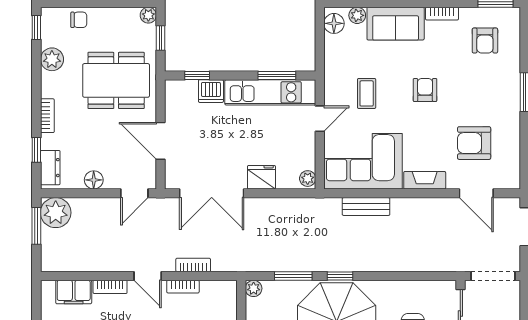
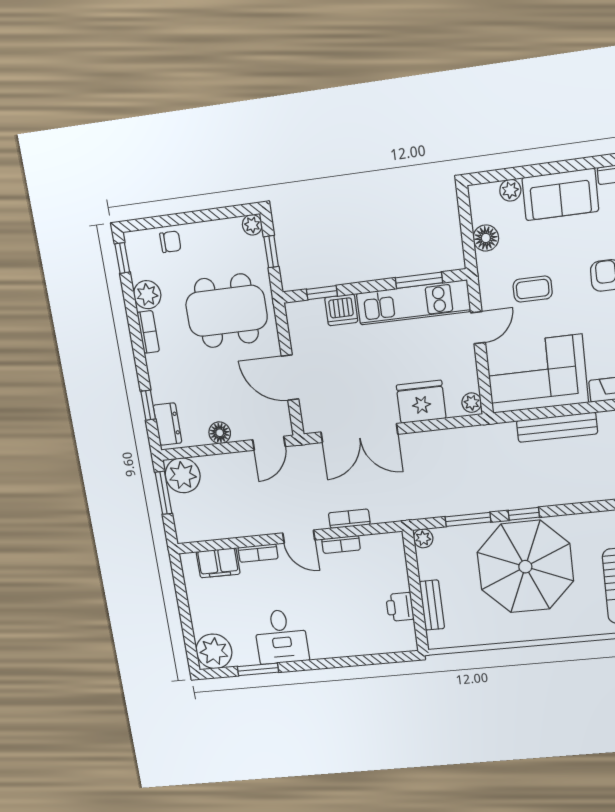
floor lamp: (334, 23) -> (486, 238), moved
coffee table: (367, 93) -> (533, 289), turned 90
bookcase: (47, 116) -> (148, 332), moved
fridge: (261, 177) -> (421, 402), width x1.36, depth x1.34
bench: (366, 207) -> (557, 427), width x1.36

